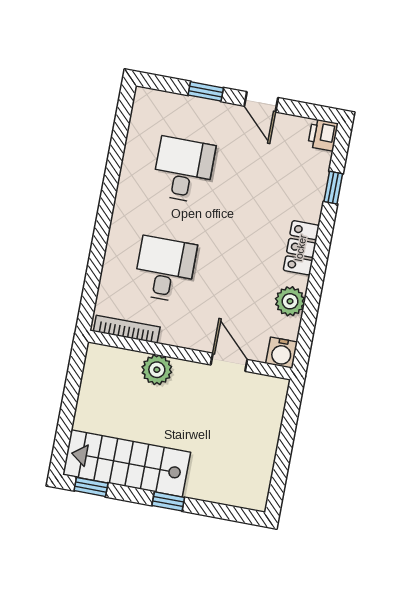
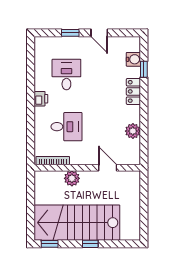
printer: (323, 135) -> (41, 99), moved, turned 180
locker: (301, 248) -> (133, 91), moved
desk: (165, 269) -> (66, 127), turned 90
water cooler: (282, 353) -> (133, 59), moved, turned -90
stairs: (127, 463) -> (77, 223), width x1.36, depth x1.51

